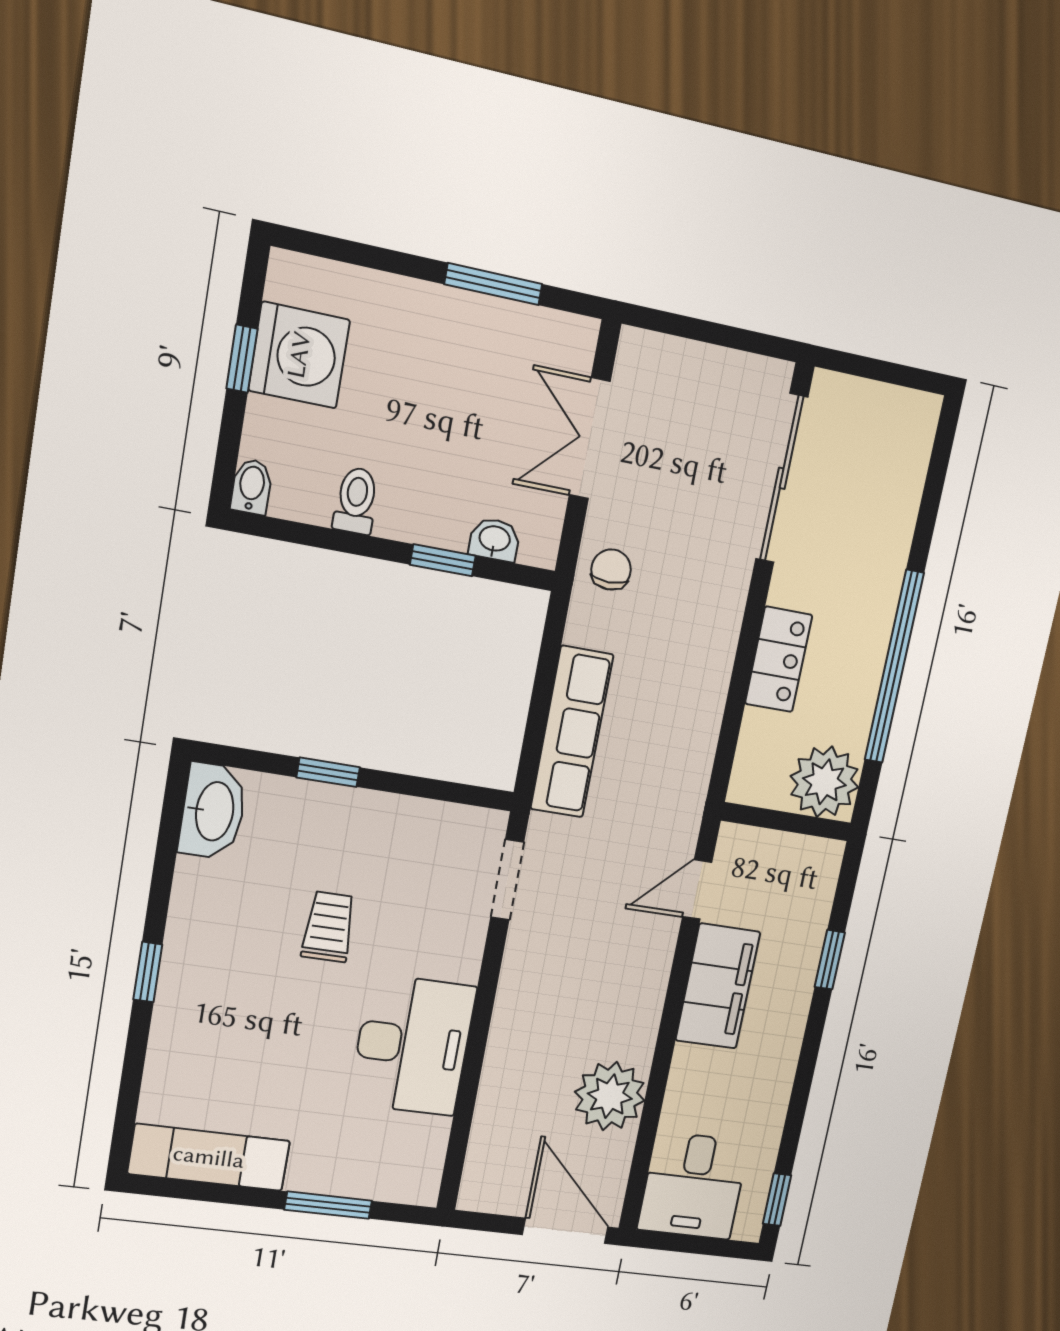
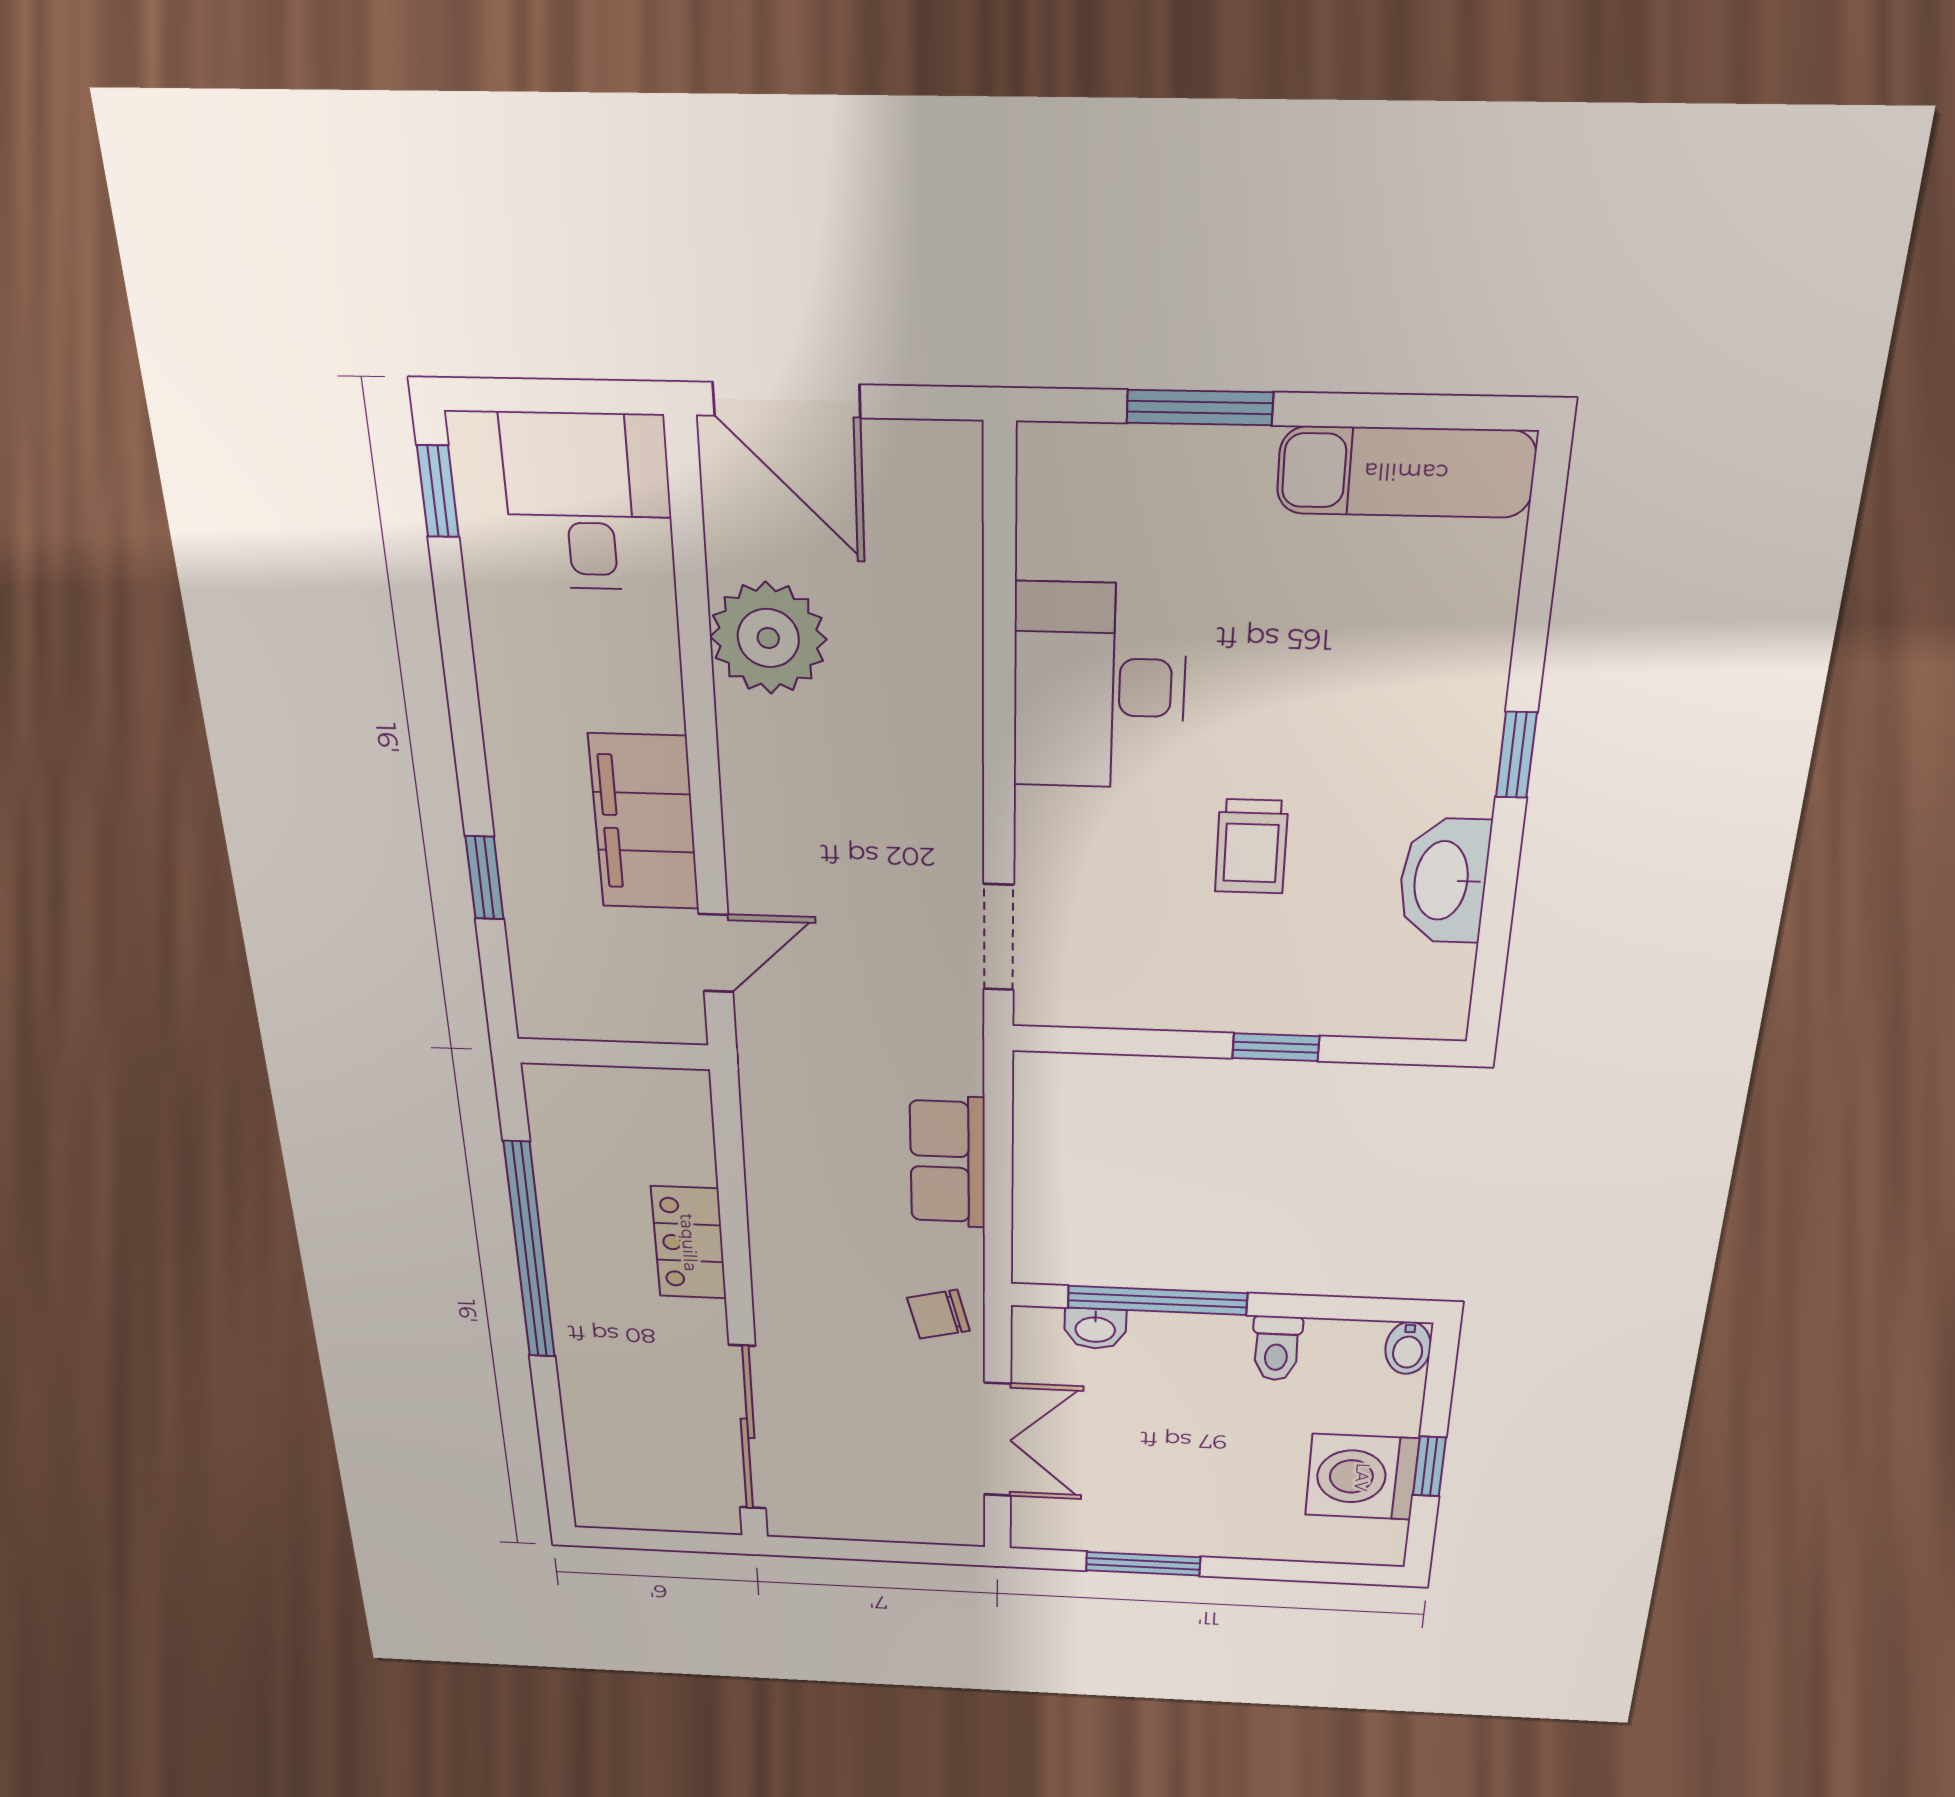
window: (443, 560) -> (1157, 1300), width x2.17
chair: (611, 570) -> (939, 1314), turned 76
row of seats: (572, 732) -> (948, 1162), width x0.68
plant: (825, 782) -> (576, 1109), removed
washbasin: (213, 811) -> (1444, 881), moved

